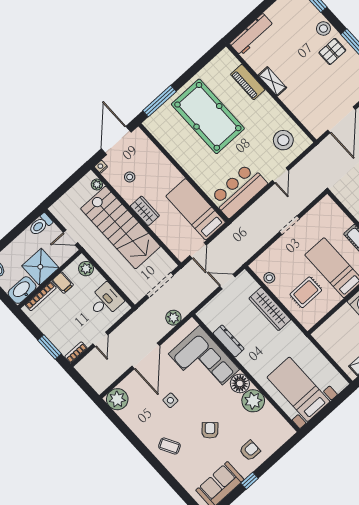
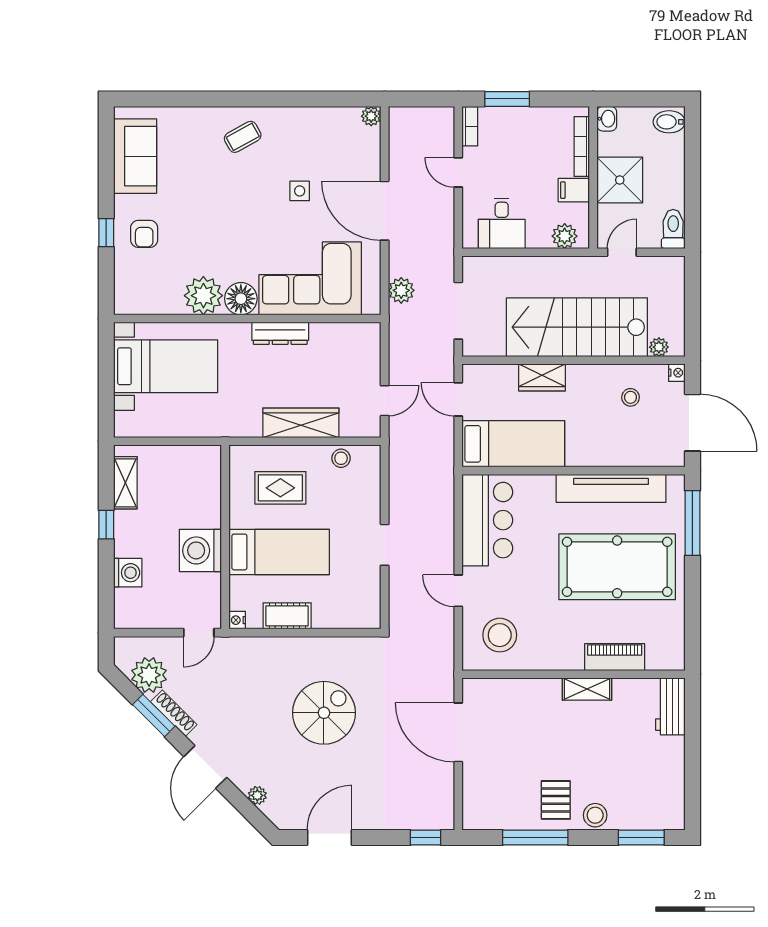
workbench: (252, 35) -> (670, 706), width x0.73
tv unit: (177, 150) -> (611, 488), added
wardrobe: (145, 211) -> (542, 377), moved
washbasin: (22, 290) -> (607, 119), width x0.52, depth x0.69
rug: (306, 292) -> (280, 488), turned 90
dresser: (229, 341) -> (280, 333), moved
plant: (117, 399) -> (371, 116), width x0.53, depth x0.53
armchair: (210, 430) -> (216, 207), removed
window: (249, 481) -> (106, 233), moved

